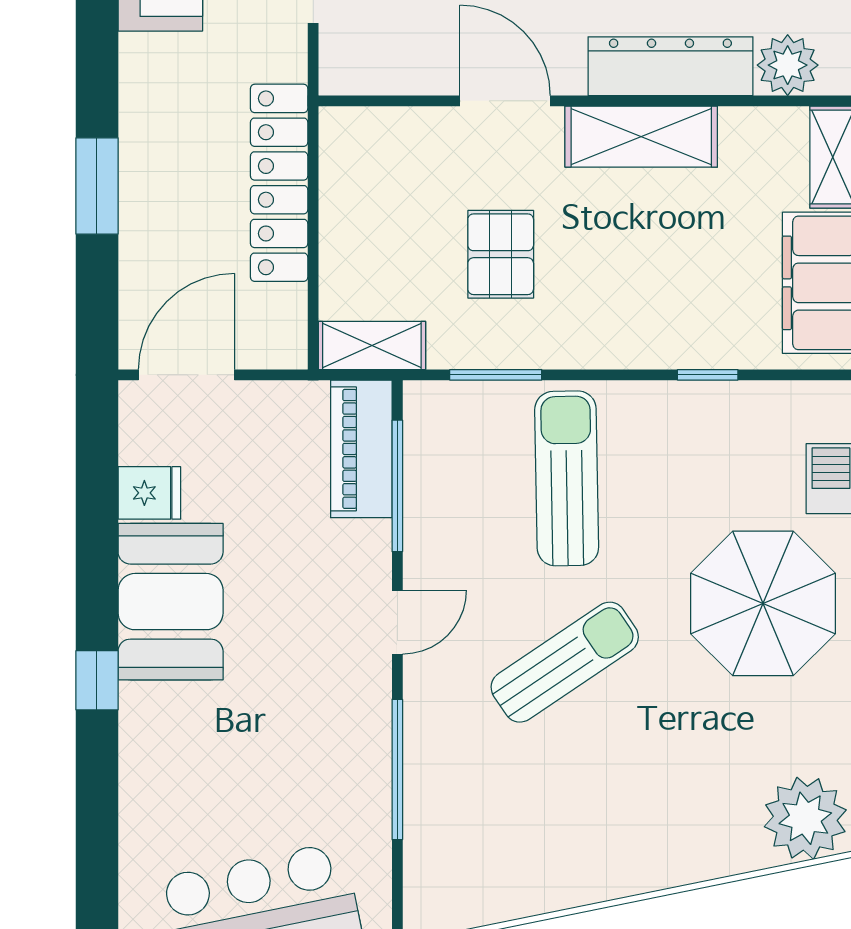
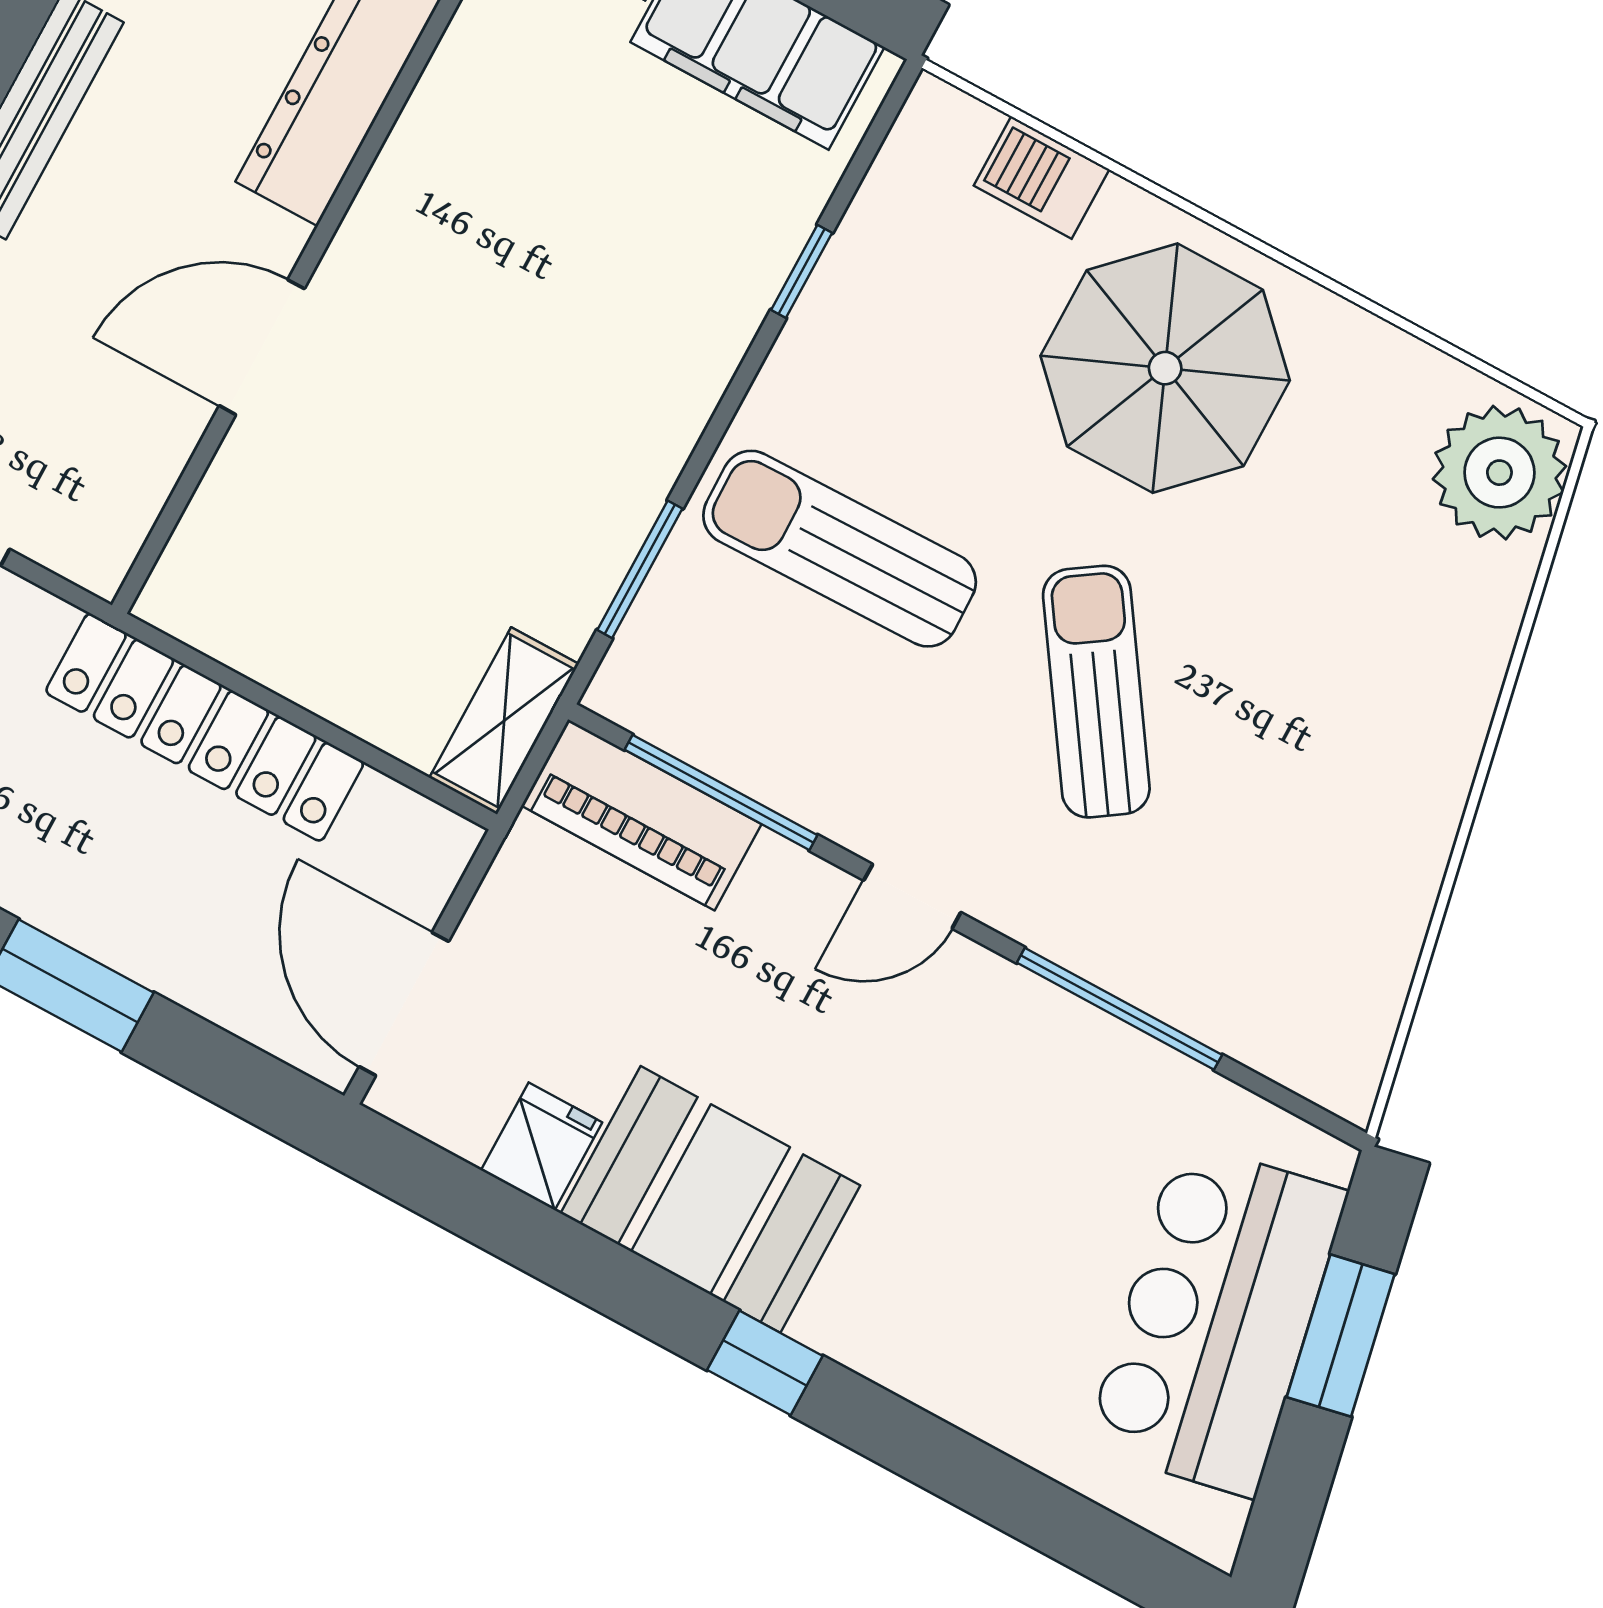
shelving: (641, 137) -> (416, 183), removed
pallet: (501, 254) -> (474, 470), removed
door: (397, 622) -> (912, 896), swing flipped

